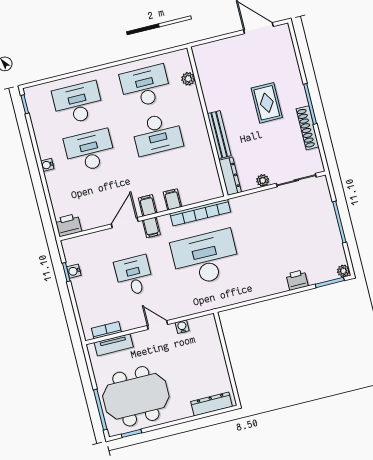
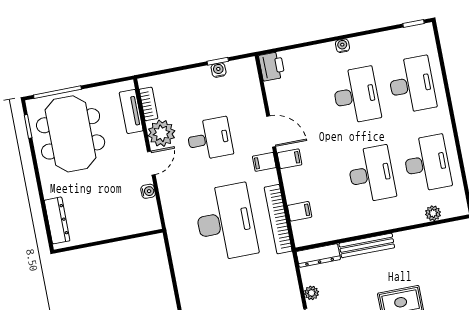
desk: (157, 134) -> (371, 174), turned 180
filing cabinet: (172, 199) -> (300, 211), moved
plant: (131, 318) -> (161, 133), added

